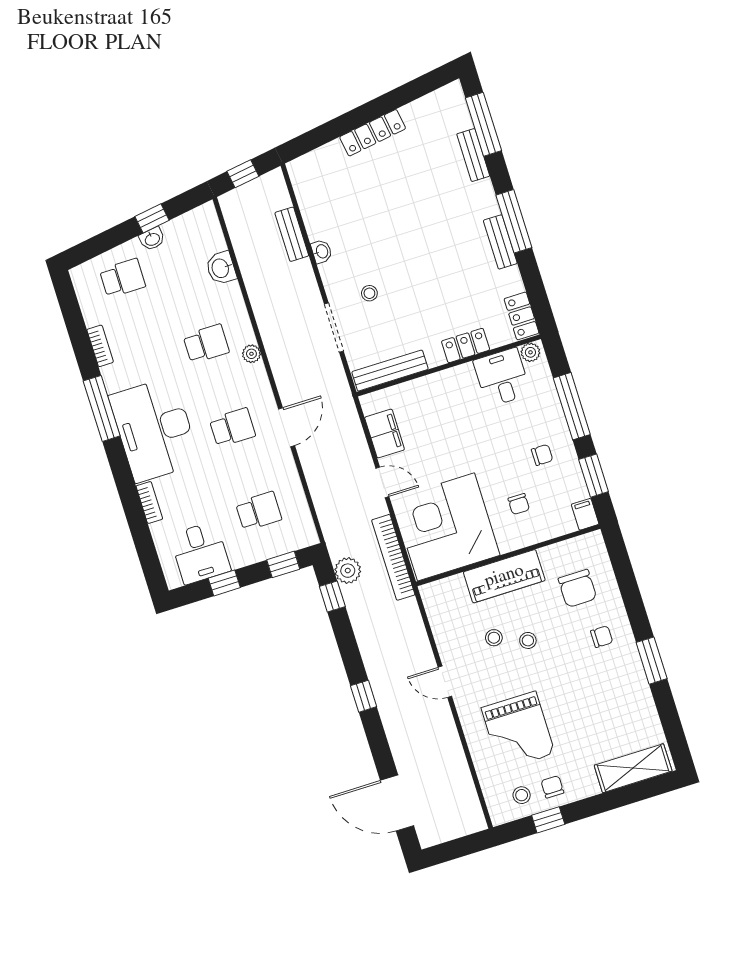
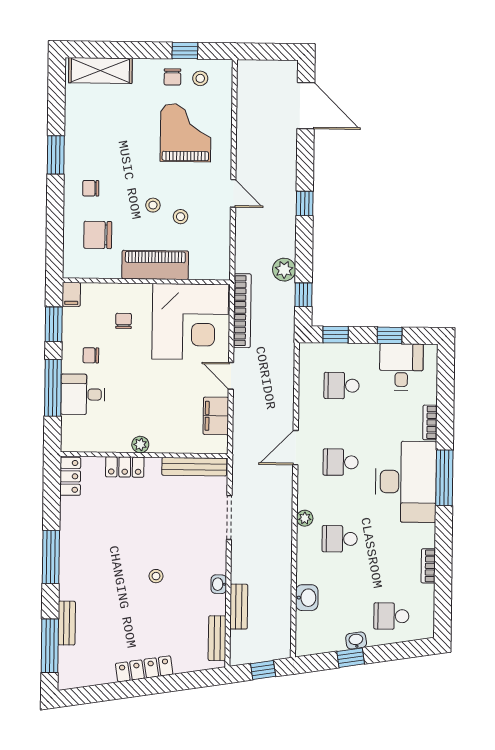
bench: (500, 242) -> (217, 638), moved
stool: (369, 293) -> (156, 576), moved
plant: (530, 352) -> (140, 445), moved
desk: (502, 377) -> (83, 394), moved, turned 90
window: (102, 408) -> (444, 478), moved
plant: (348, 571) -> (284, 270), moved
chair: (577, 588) -> (98, 235), turned -90

